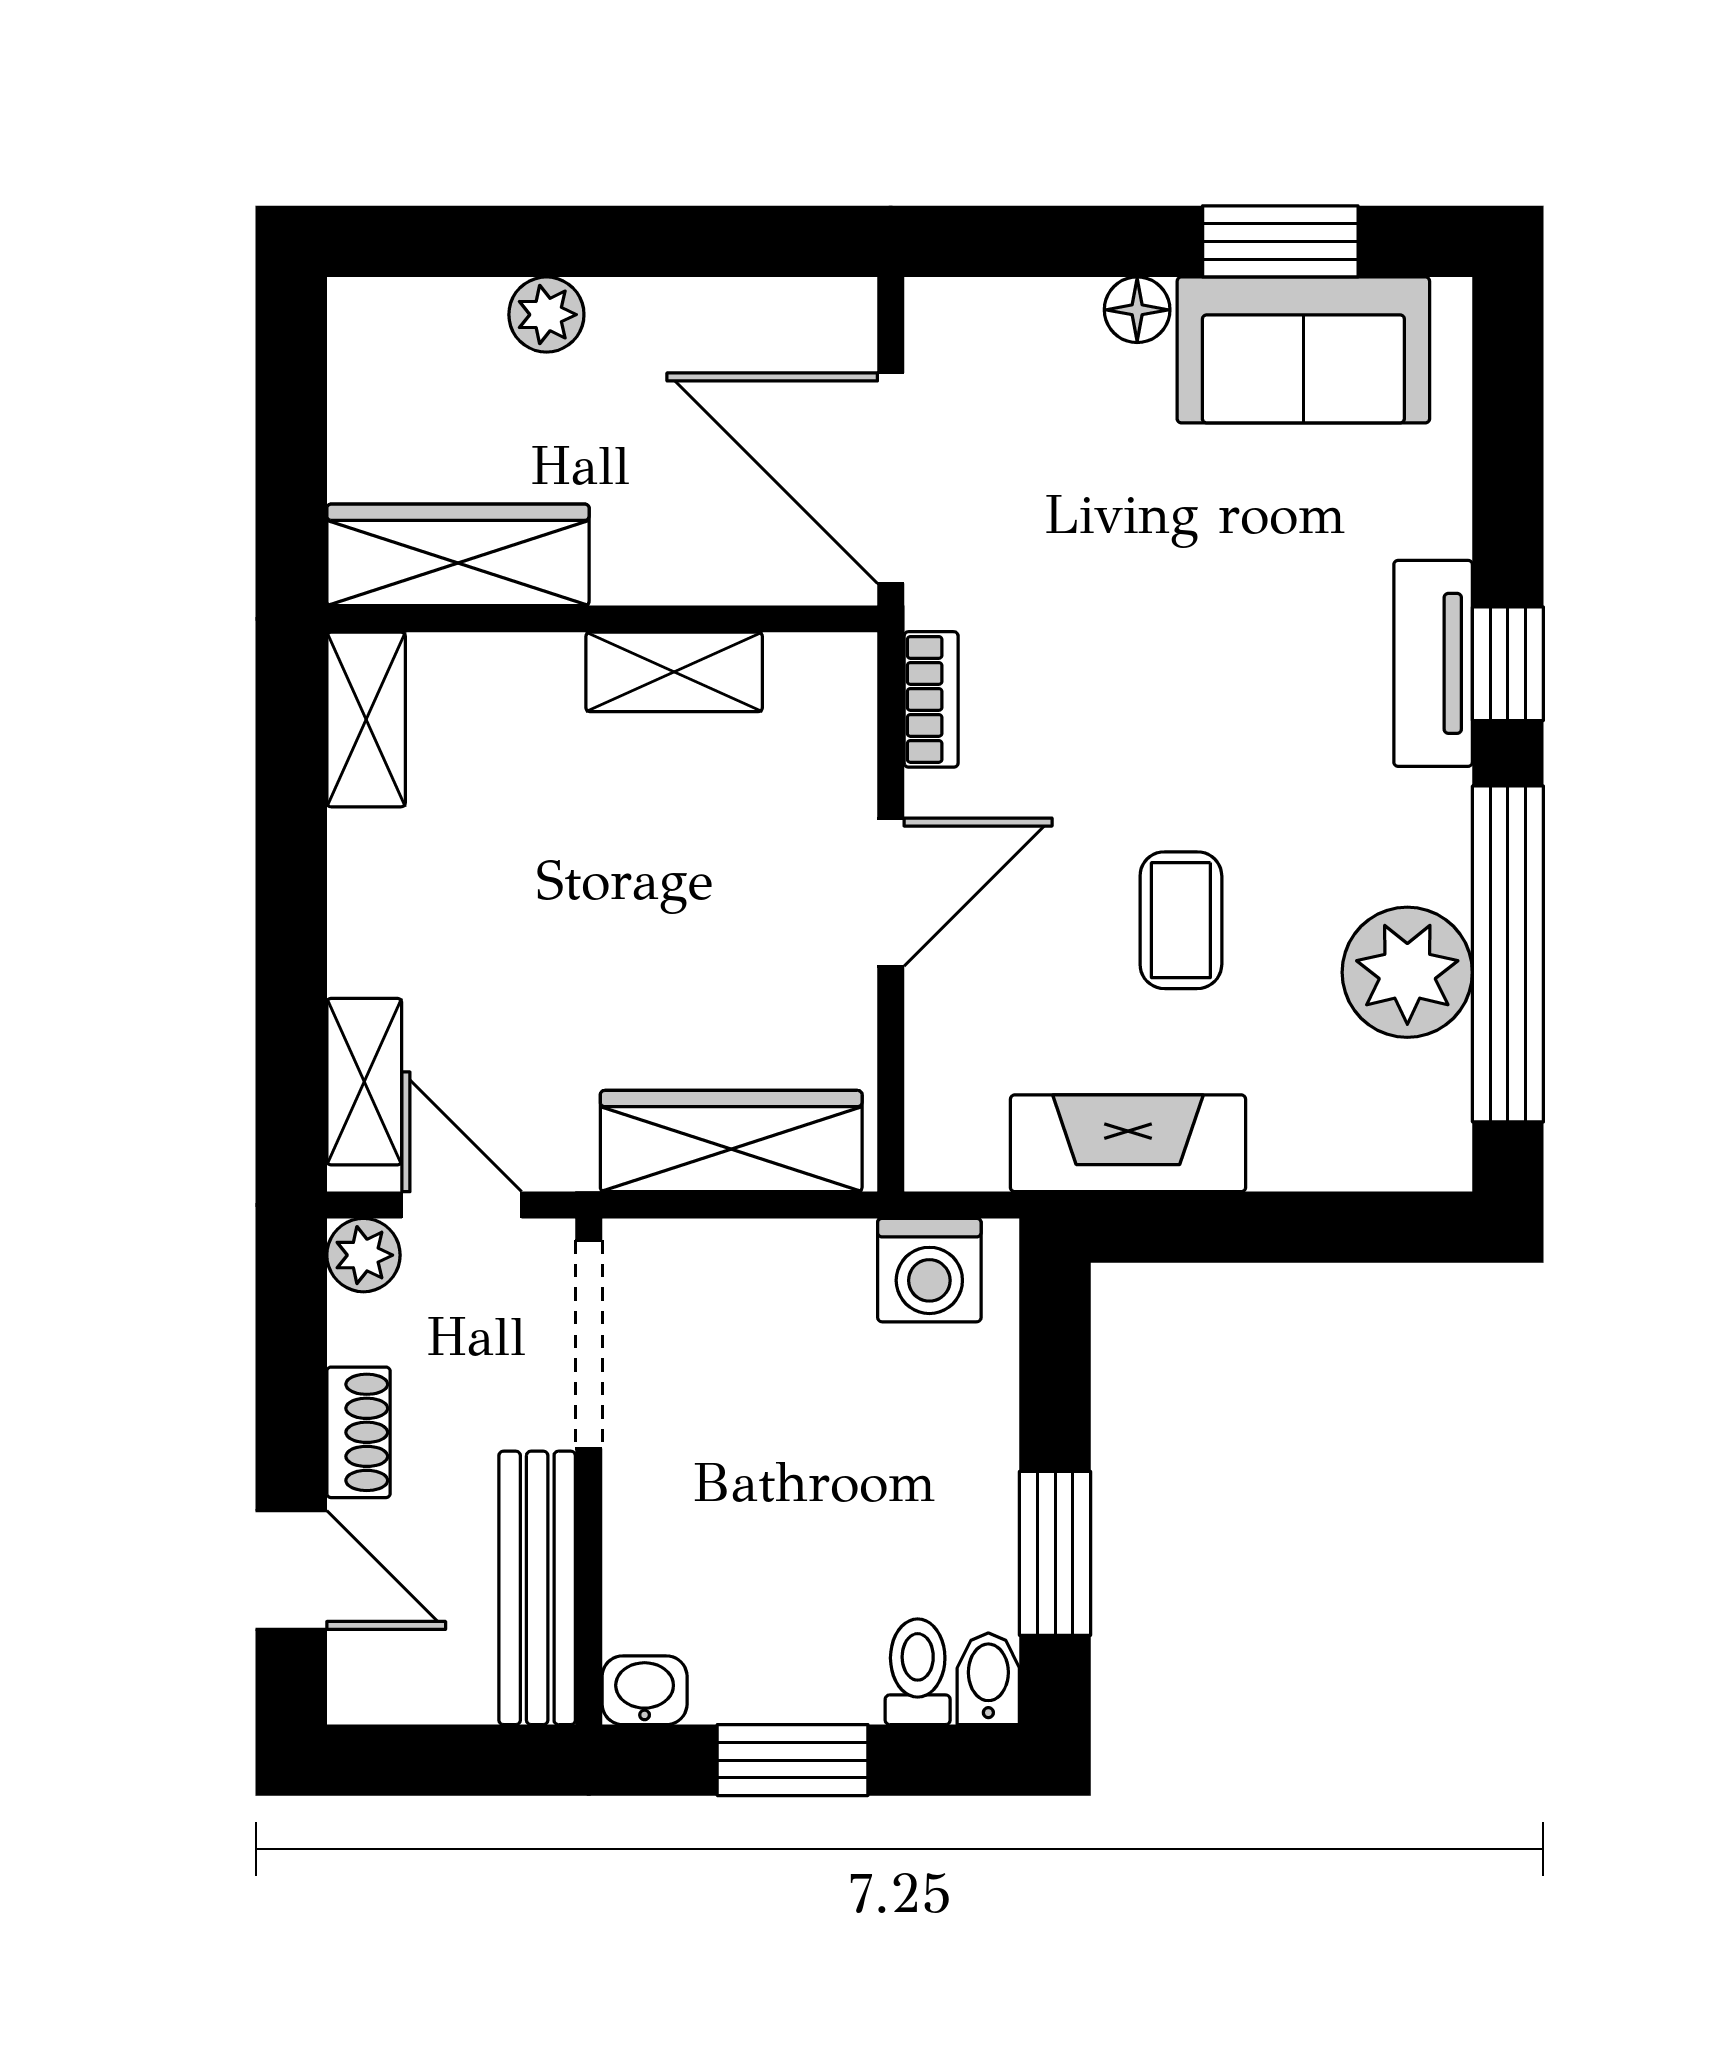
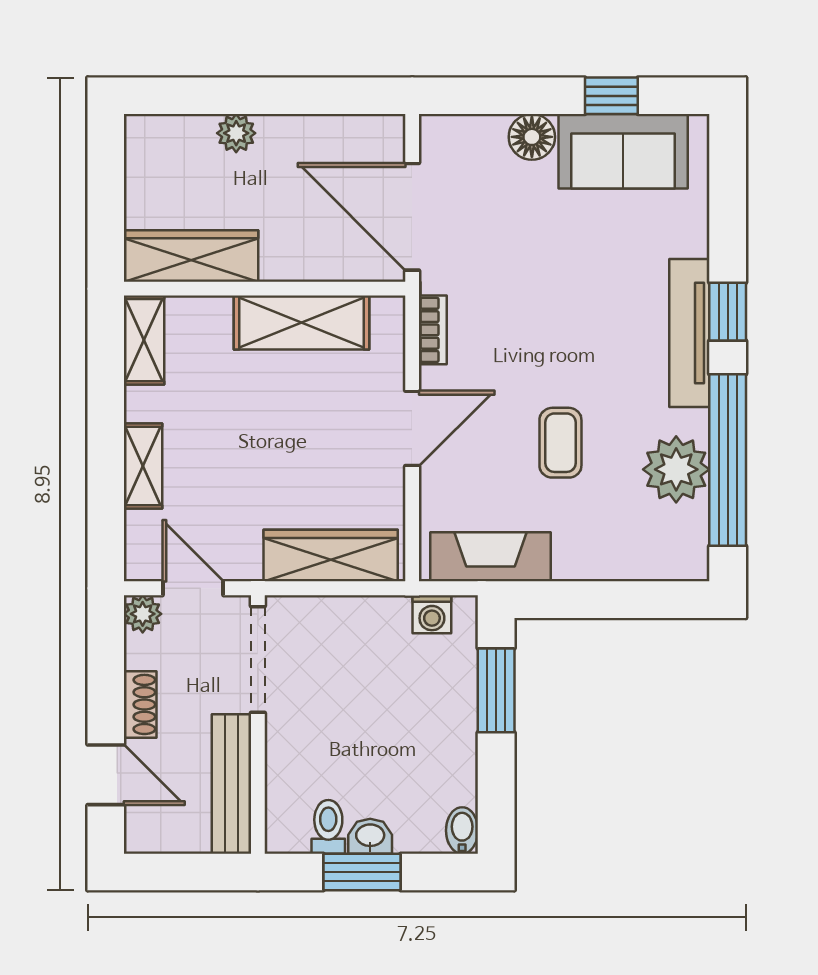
window: (1280, 241) -> (611, 96), width x0.67
floor lamp: (1137, 310) -> (532, 137), width x1.37, depth x1.37
tv unit: (1433, 663) -> (689, 333), width x1.41
shelving: (674, 672) -> (301, 323), width x1.50, depth x1.33
shelving: (364, 1082) -> (143, 466), moved
fireplace: (1128, 1143) -> (490, 557), moved
washing machine: (929, 1270) -> (432, 614), width x0.73, depth x0.73
window: (1055, 1553) -> (496, 690), moved
toilet: (918, 1672) -> (328, 827), moved
washbasin: (645, 1690) -> (370, 836), moved

